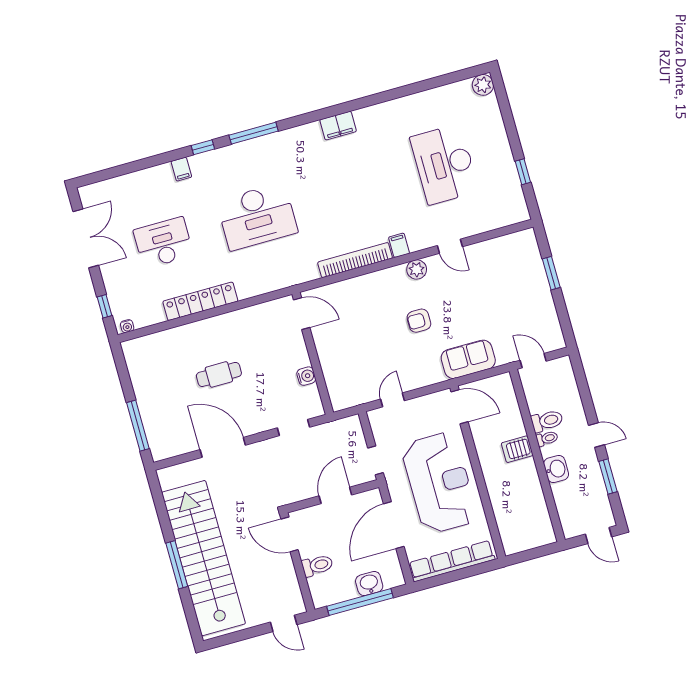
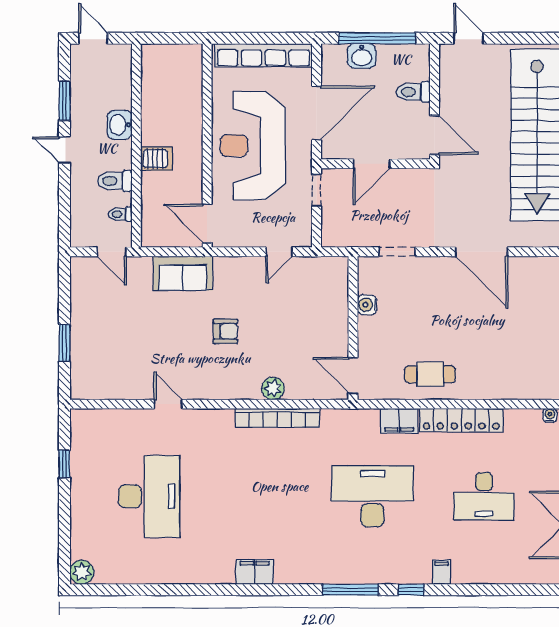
filing cabinet: (399, 245) -> (399, 421), moved, width x2.00
plant: (417, 269) -> (273, 389), moved
cafe table: (219, 374) -> (430, 374), moved
toilet: (547, 438) -> (120, 214), moved

